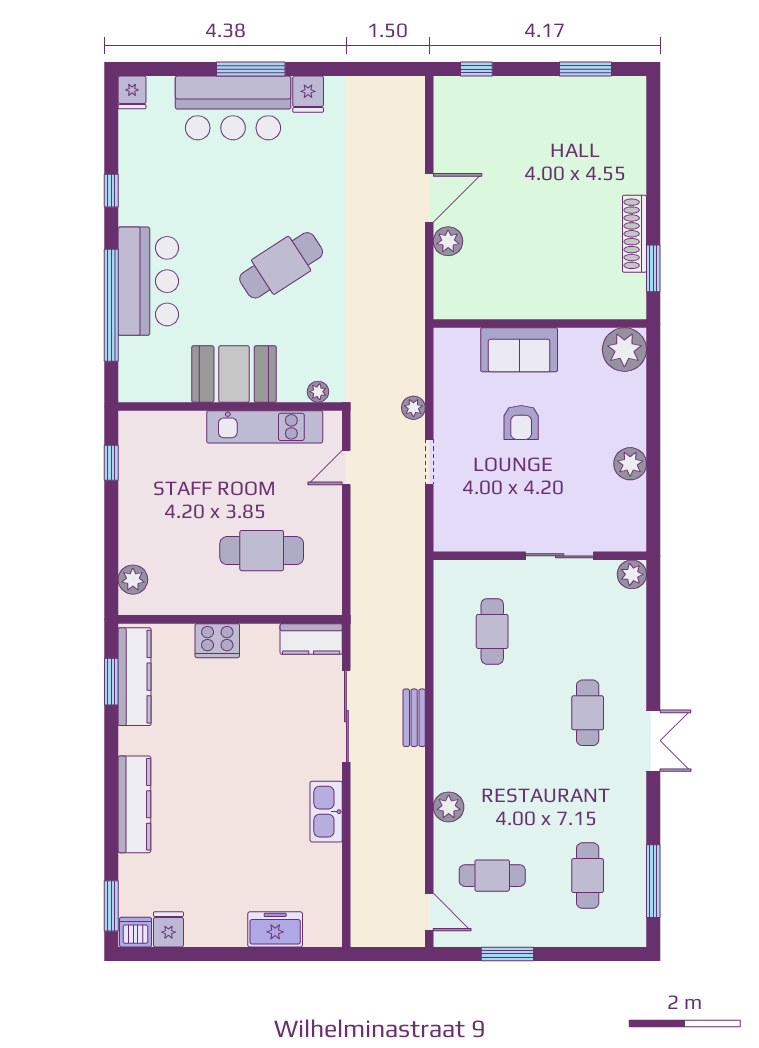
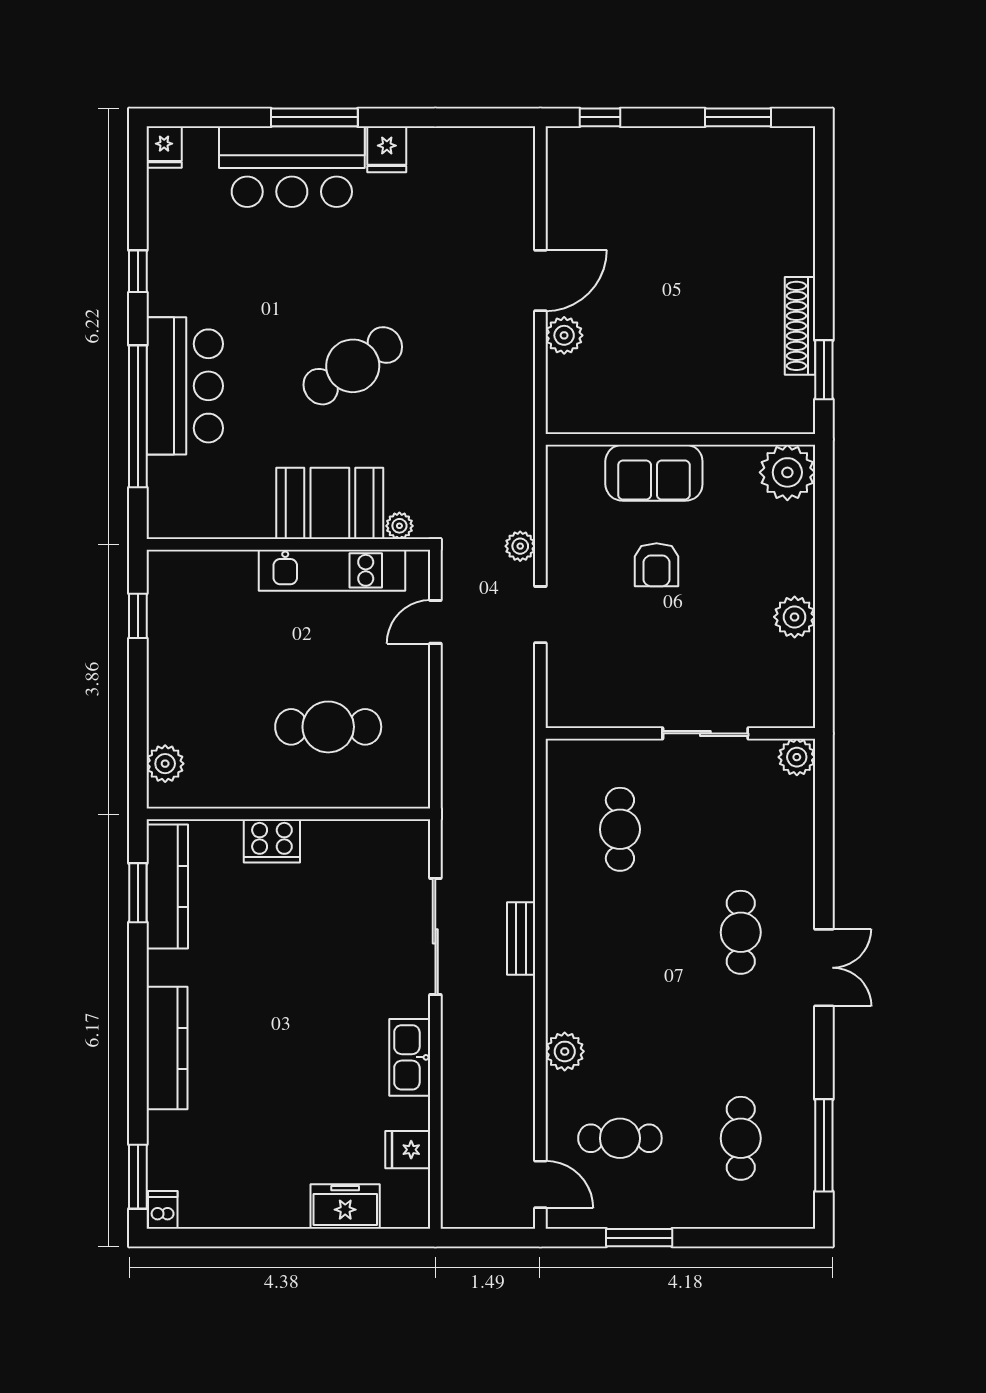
booth: (234, 374) -> (330, 503), moved
kitchen counter: (311, 639) -> (391, 839), removed
fridge: (168, 929) -> (408, 1150), moved, turned -90
dishwasher: (135, 932) -> (163, 1210), width x0.73

